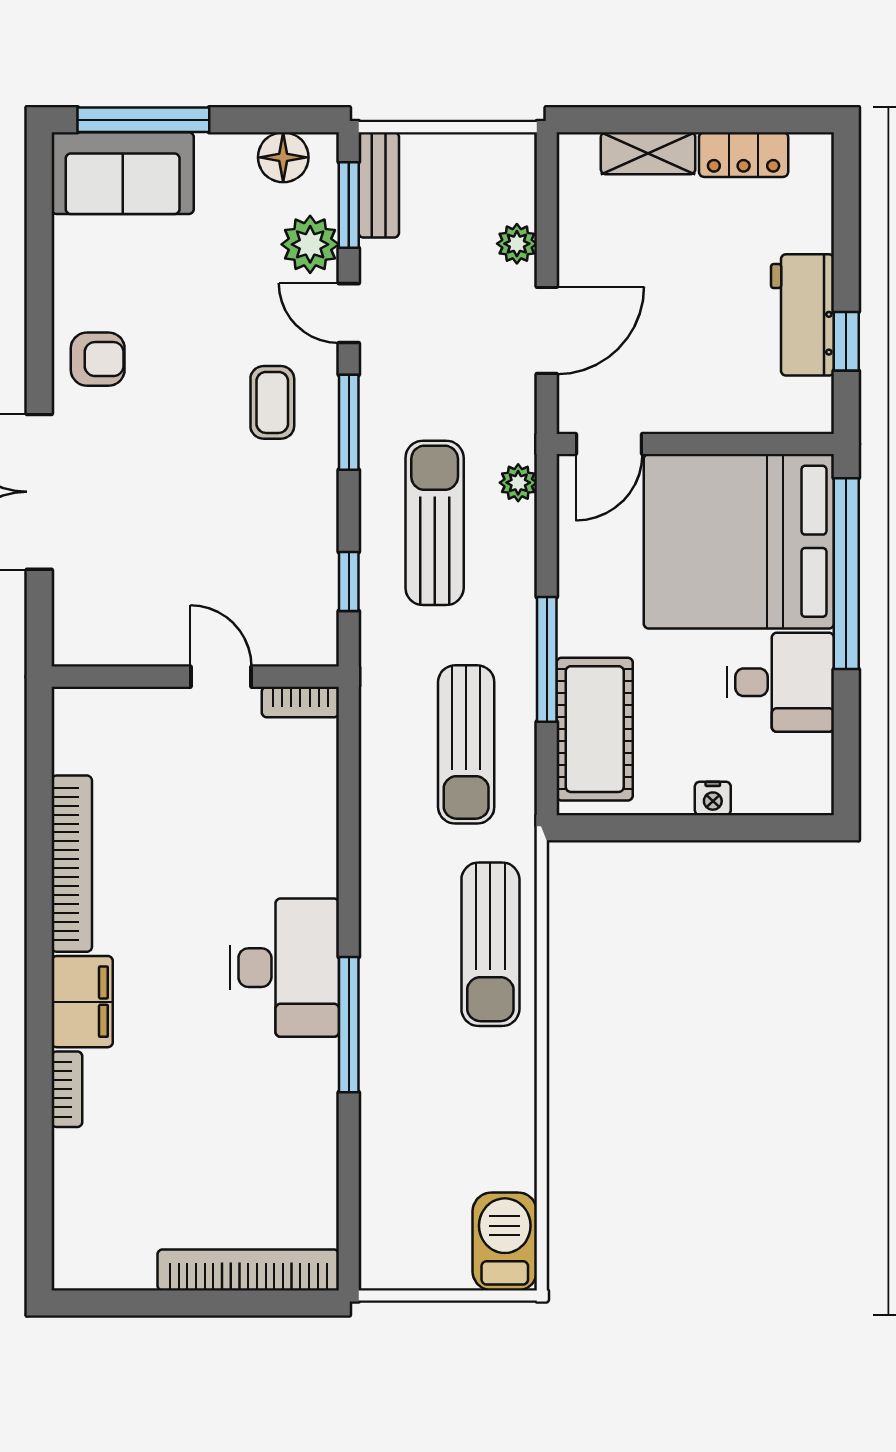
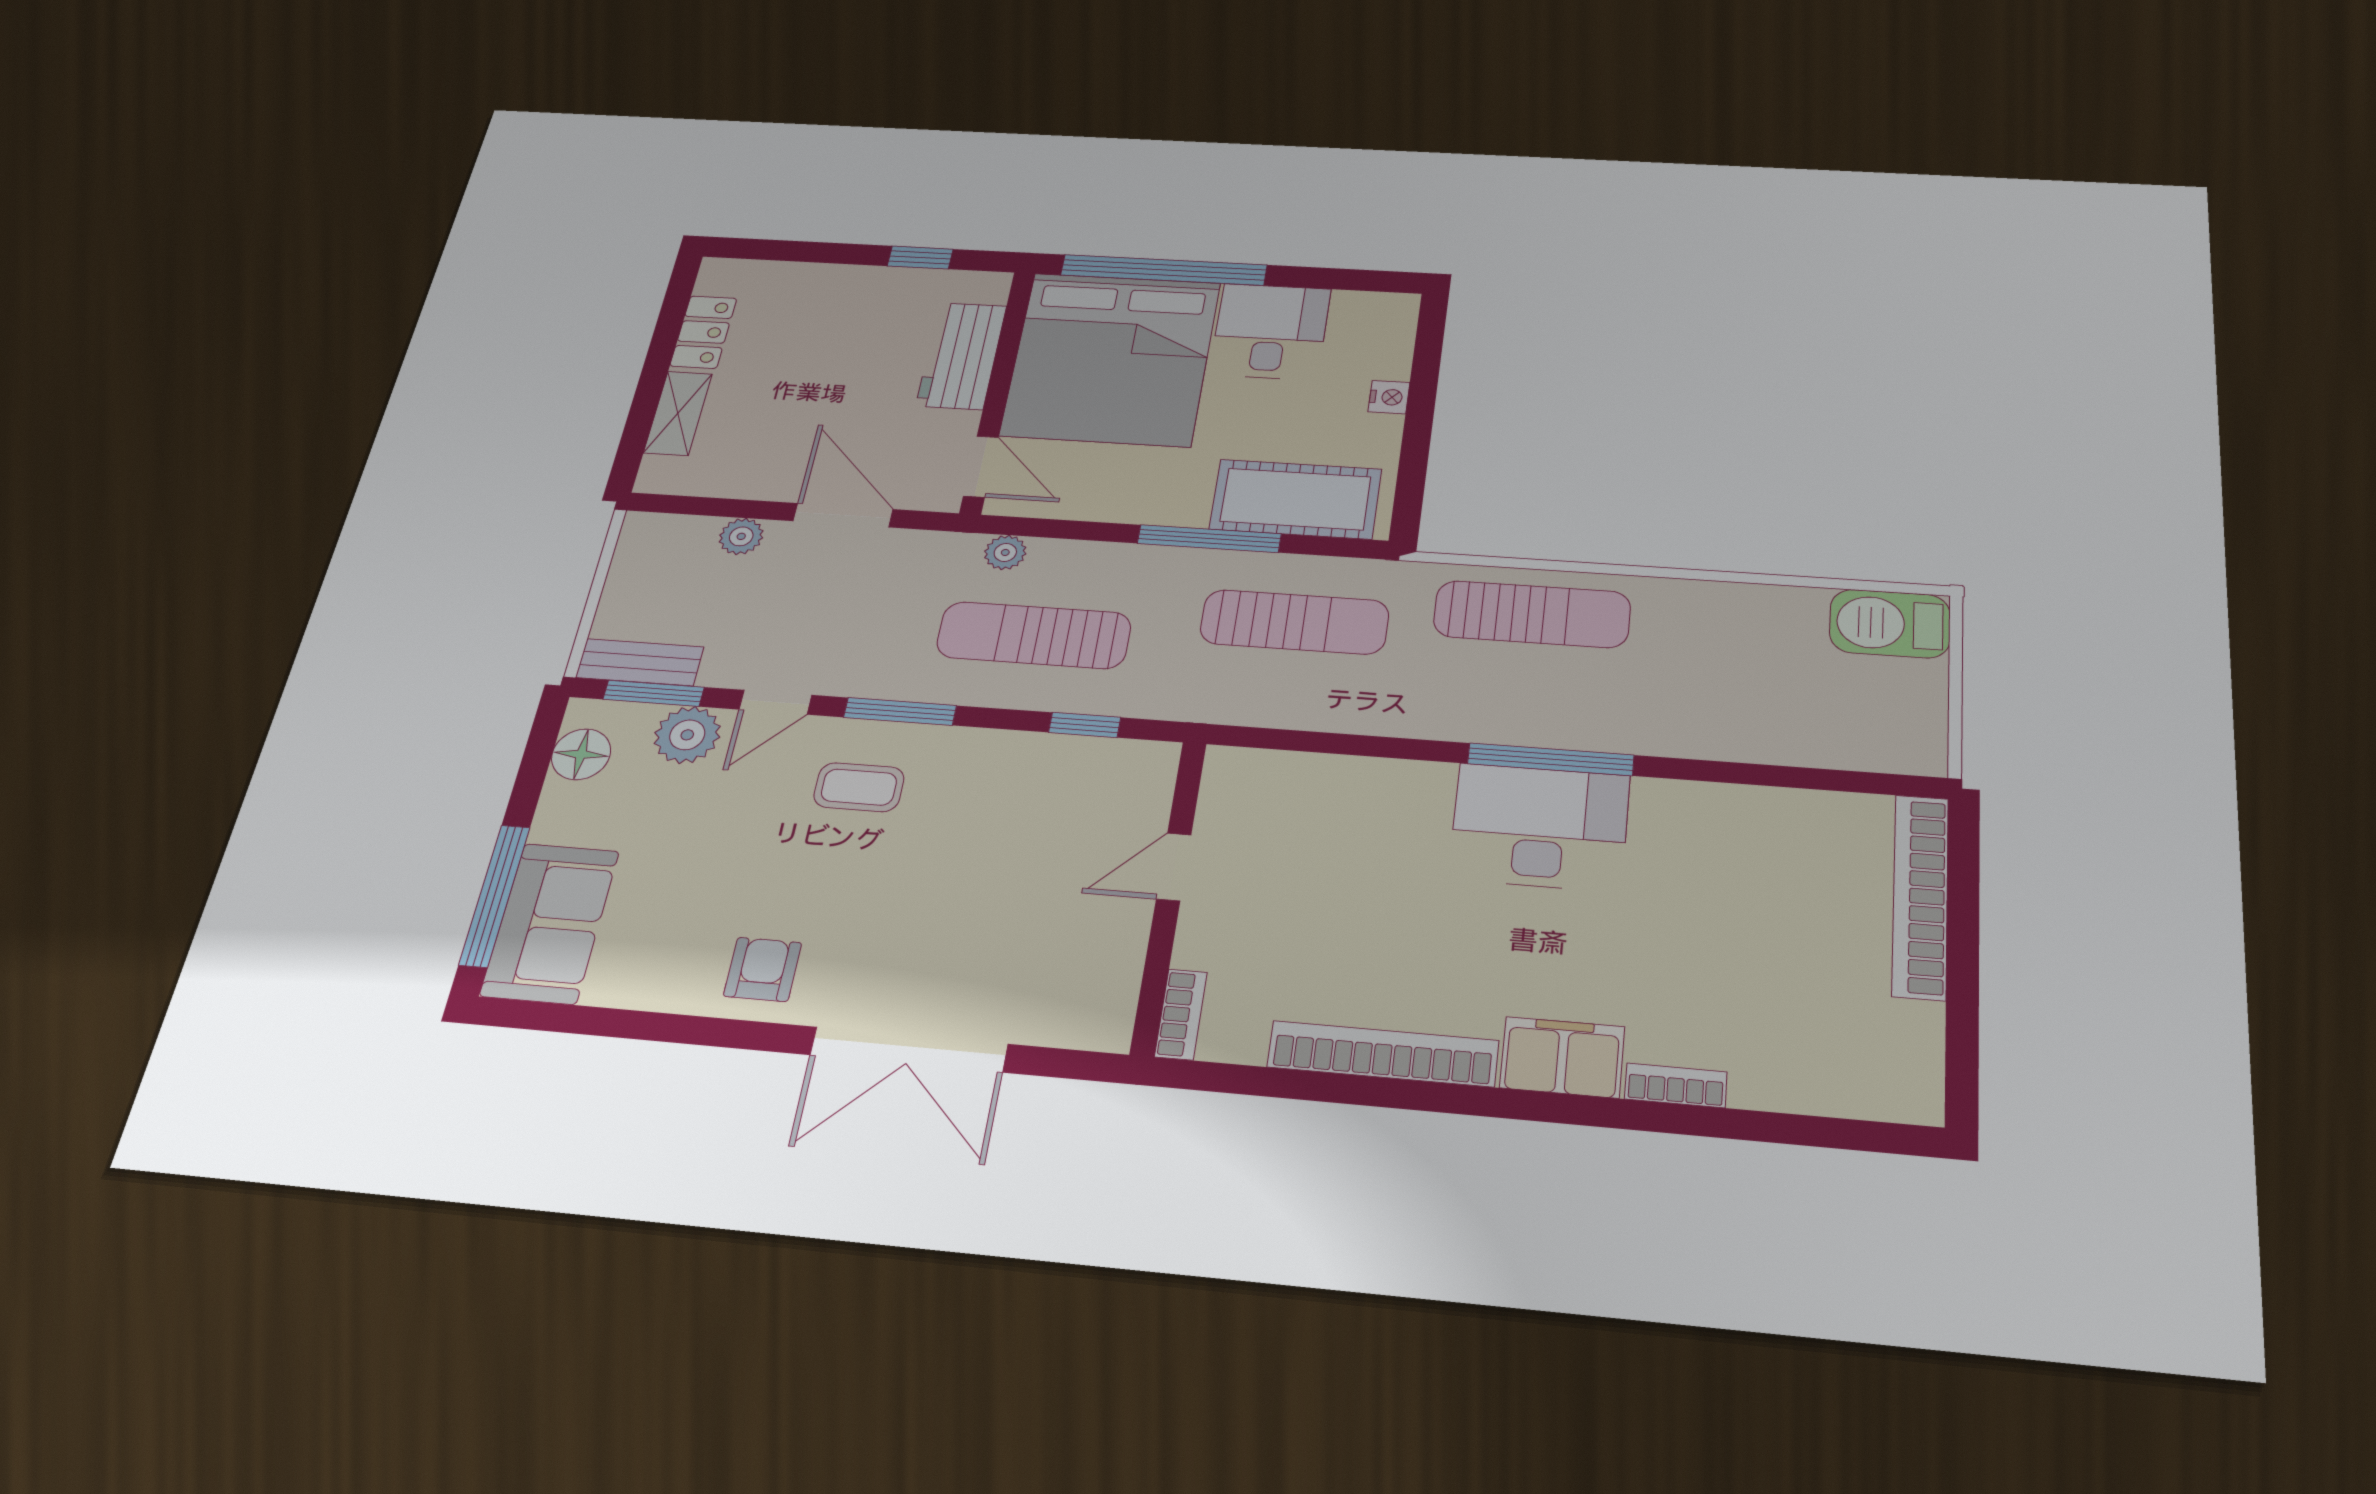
workbench: (802, 315) -> (961, 356), moved, turned 90
bookcase: (300, 702) -> (1181, 1014), moved
window: (349, 1025) -> (1551, 759), moved

